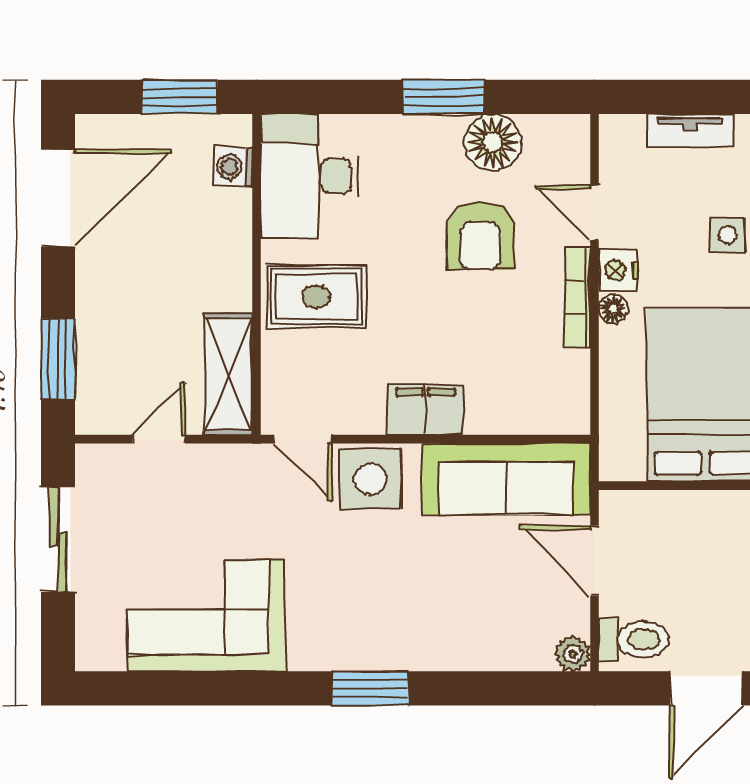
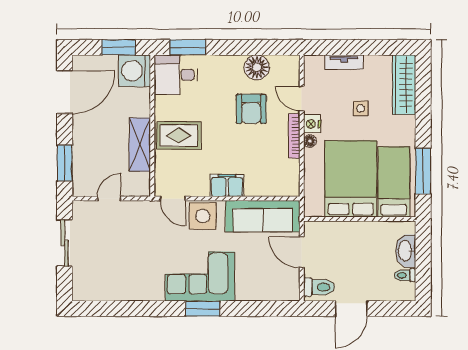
window: (444, 97) -> (188, 47), moved
washing machine: (233, 167) -> (135, 71), width x1.89, depth x1.89
desk: (310, 176) -> (176, 75), width x0.73
shelving: (228, 374) -> (140, 145), moved
corner sofa: (206, 615) -> (200, 276), moved
plant: (573, 654) -> (292, 293), removed

